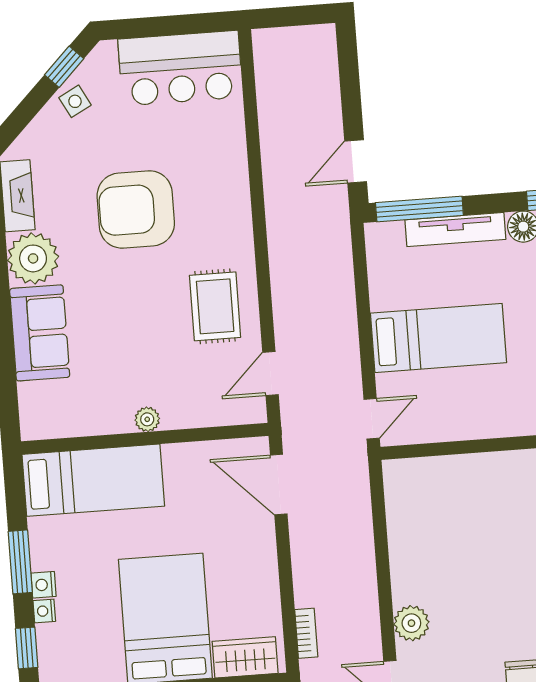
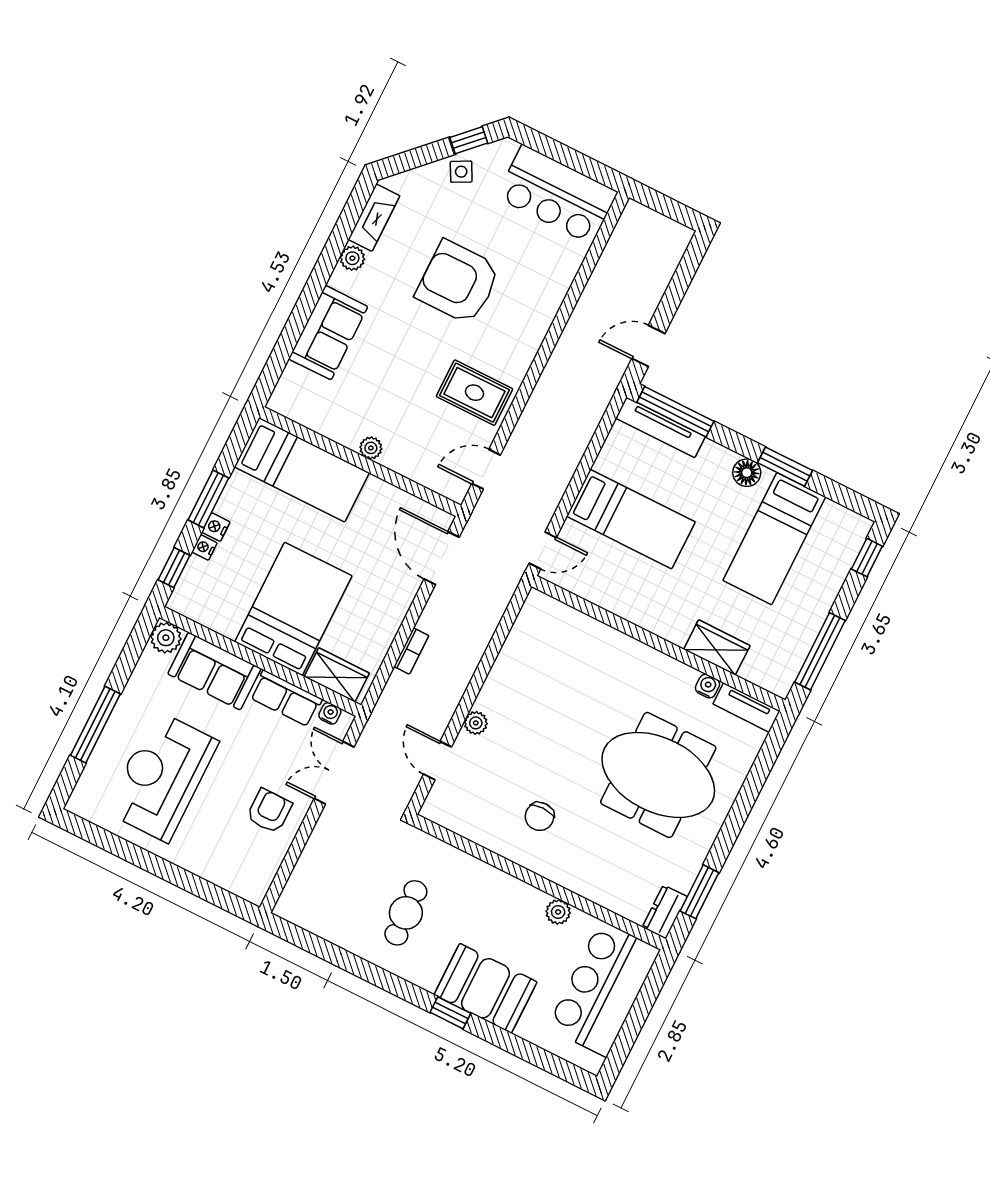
tv unit: (455, 230) -> (660, 427), moved
plant: (33, 258) -> (352, 258), width x0.53, depth x0.53
rug: (215, 306) -> (475, 393), turned 90
plant: (411, 623) -> (476, 723), width x0.73, depth x0.73
bookcase: (306, 633) -> (411, 651), moved

